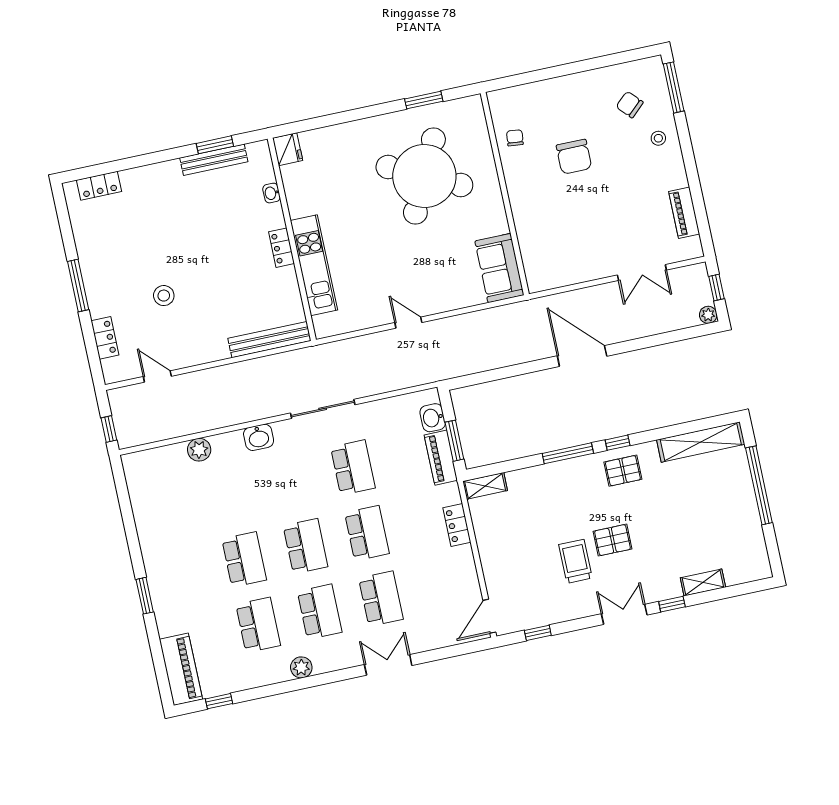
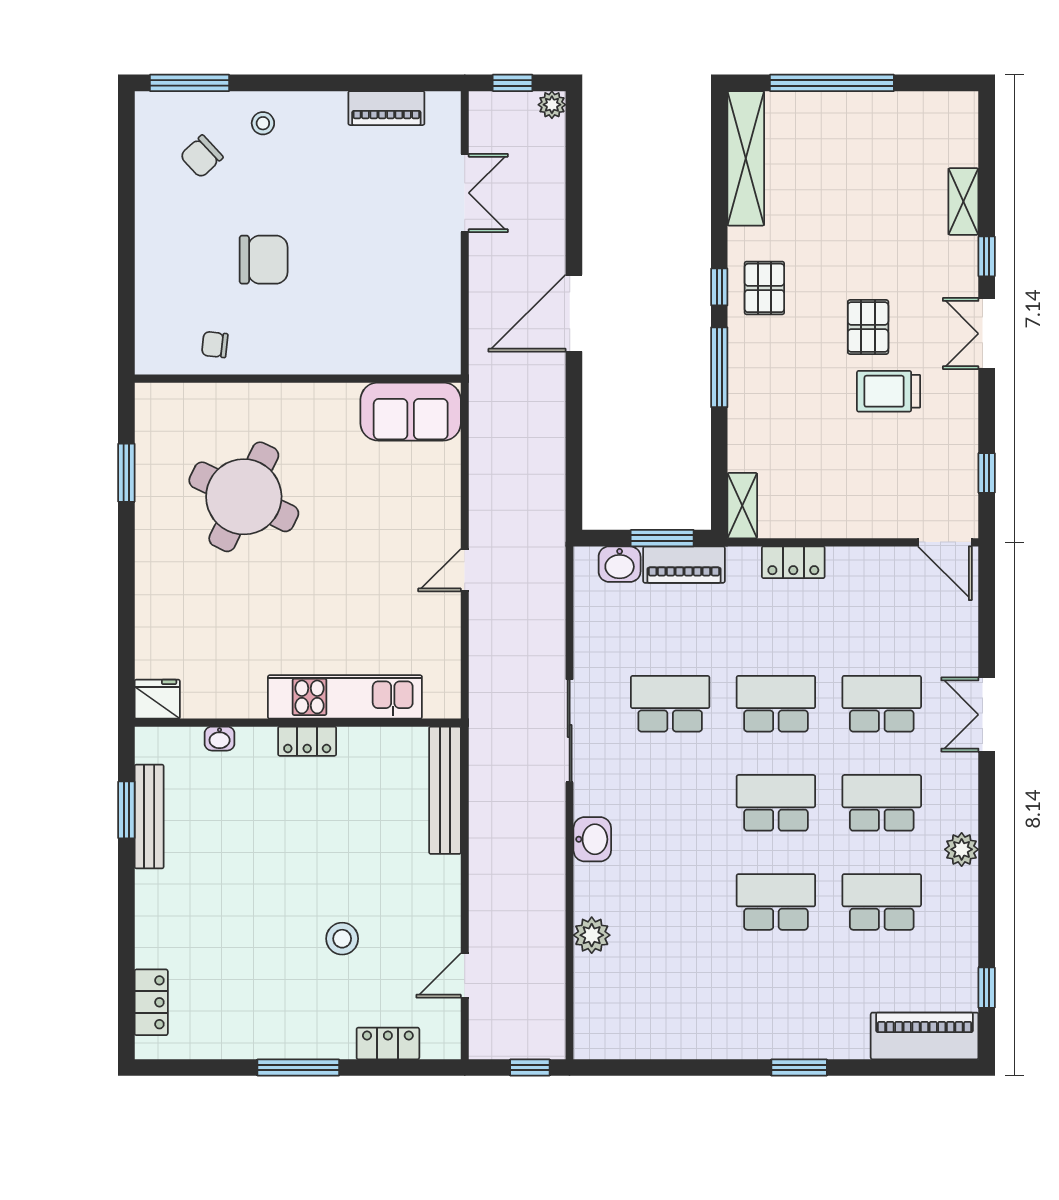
round table: (424, 176) -> (244, 497), width x0.73, depth x0.73

